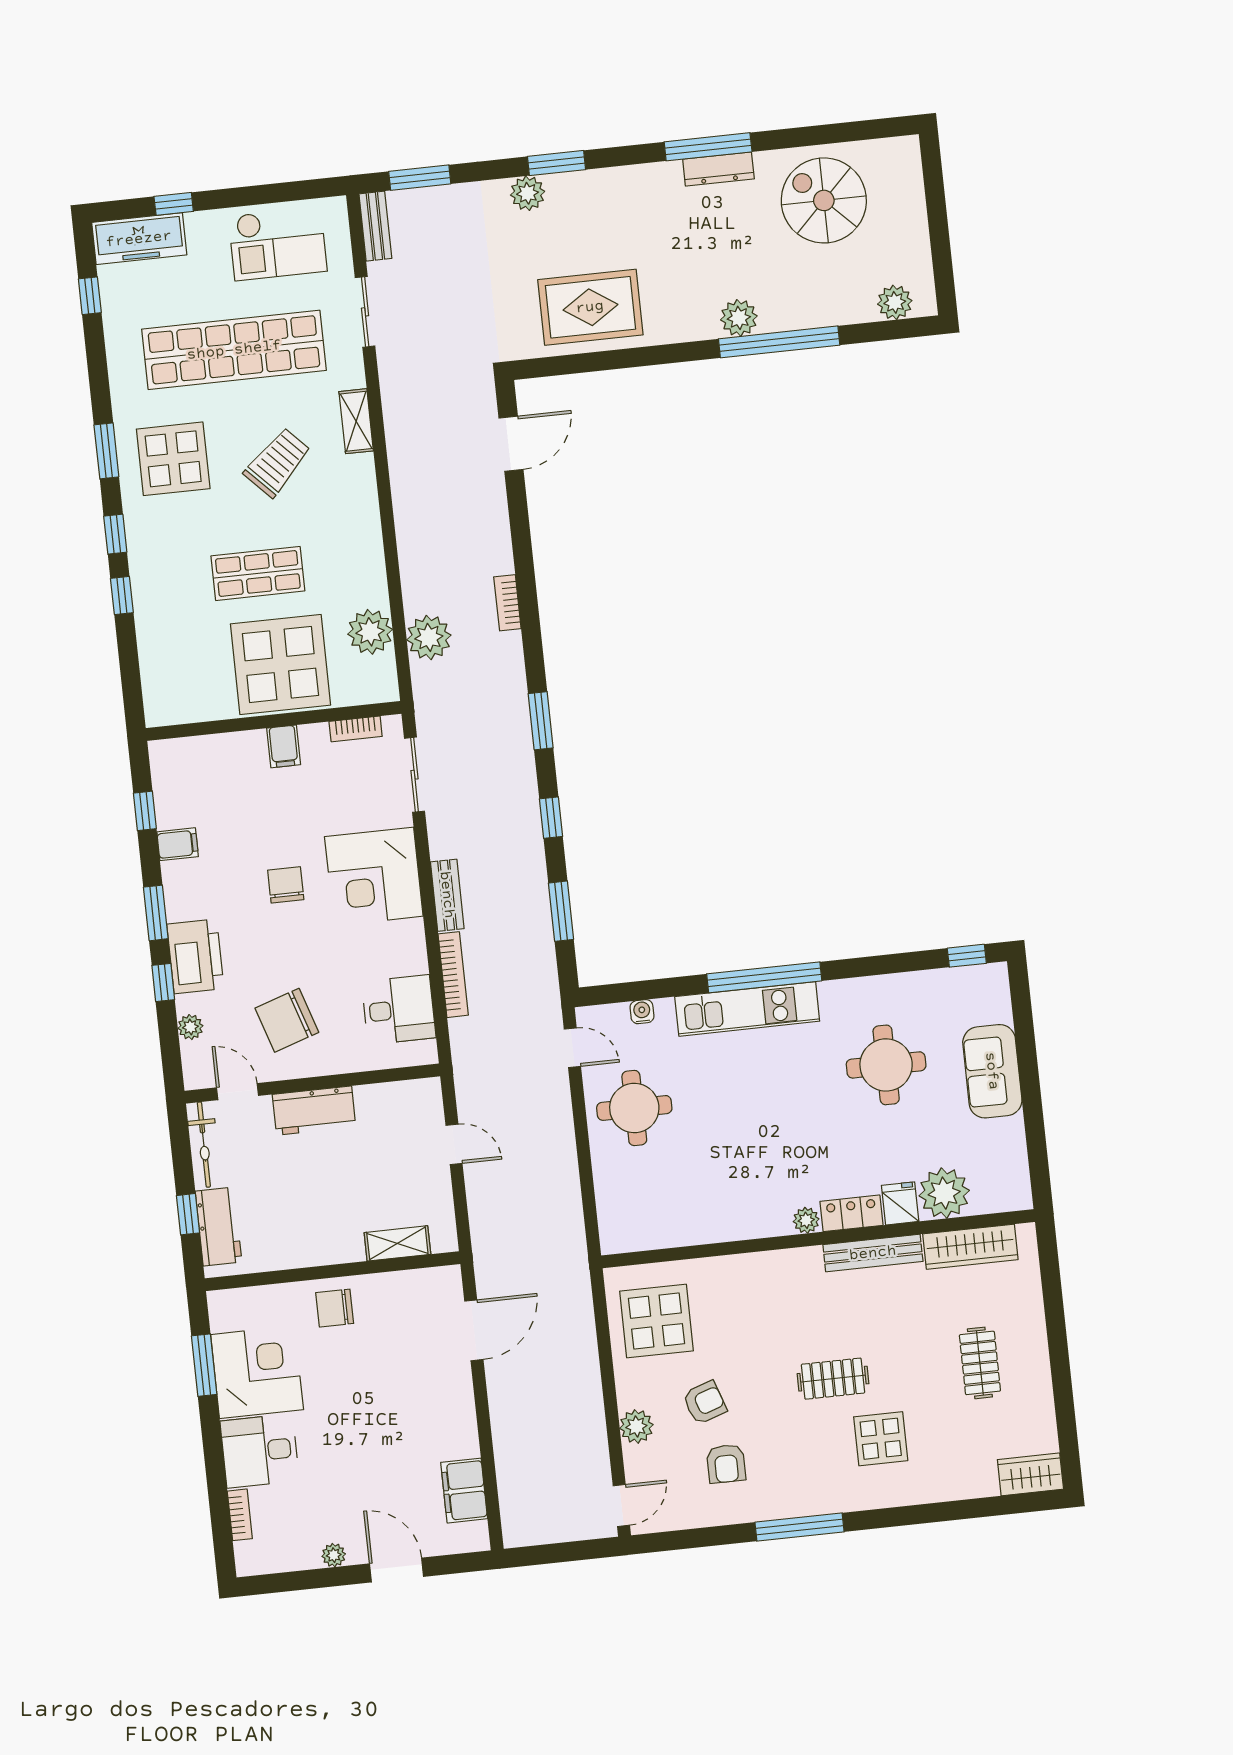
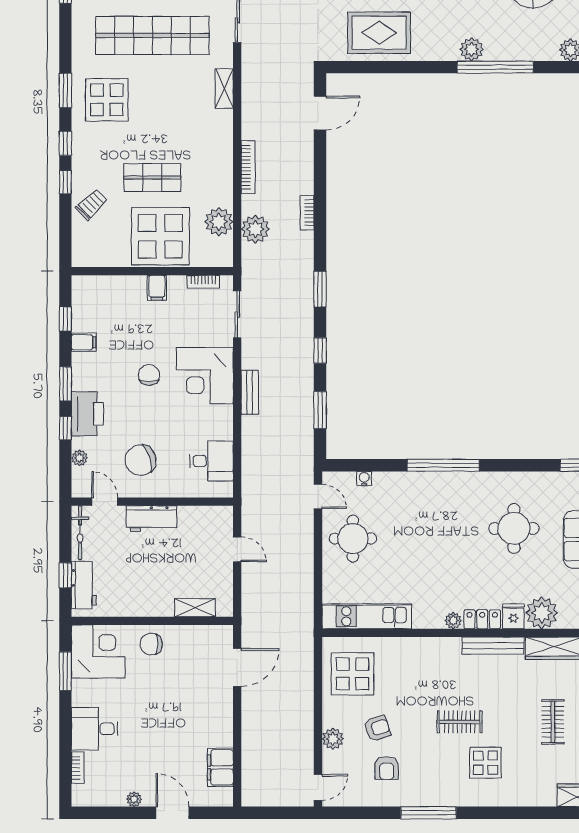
trolley: (277, 462) -> (92, 204), moved, width x0.73, depth x0.72
bookcase: (453, 975) -> (248, 167), moved
kitchen unit: (747, 1009) -> (367, 616), moved, turned 180
corner desk: (257, 1372) -> (98, 652), moved

